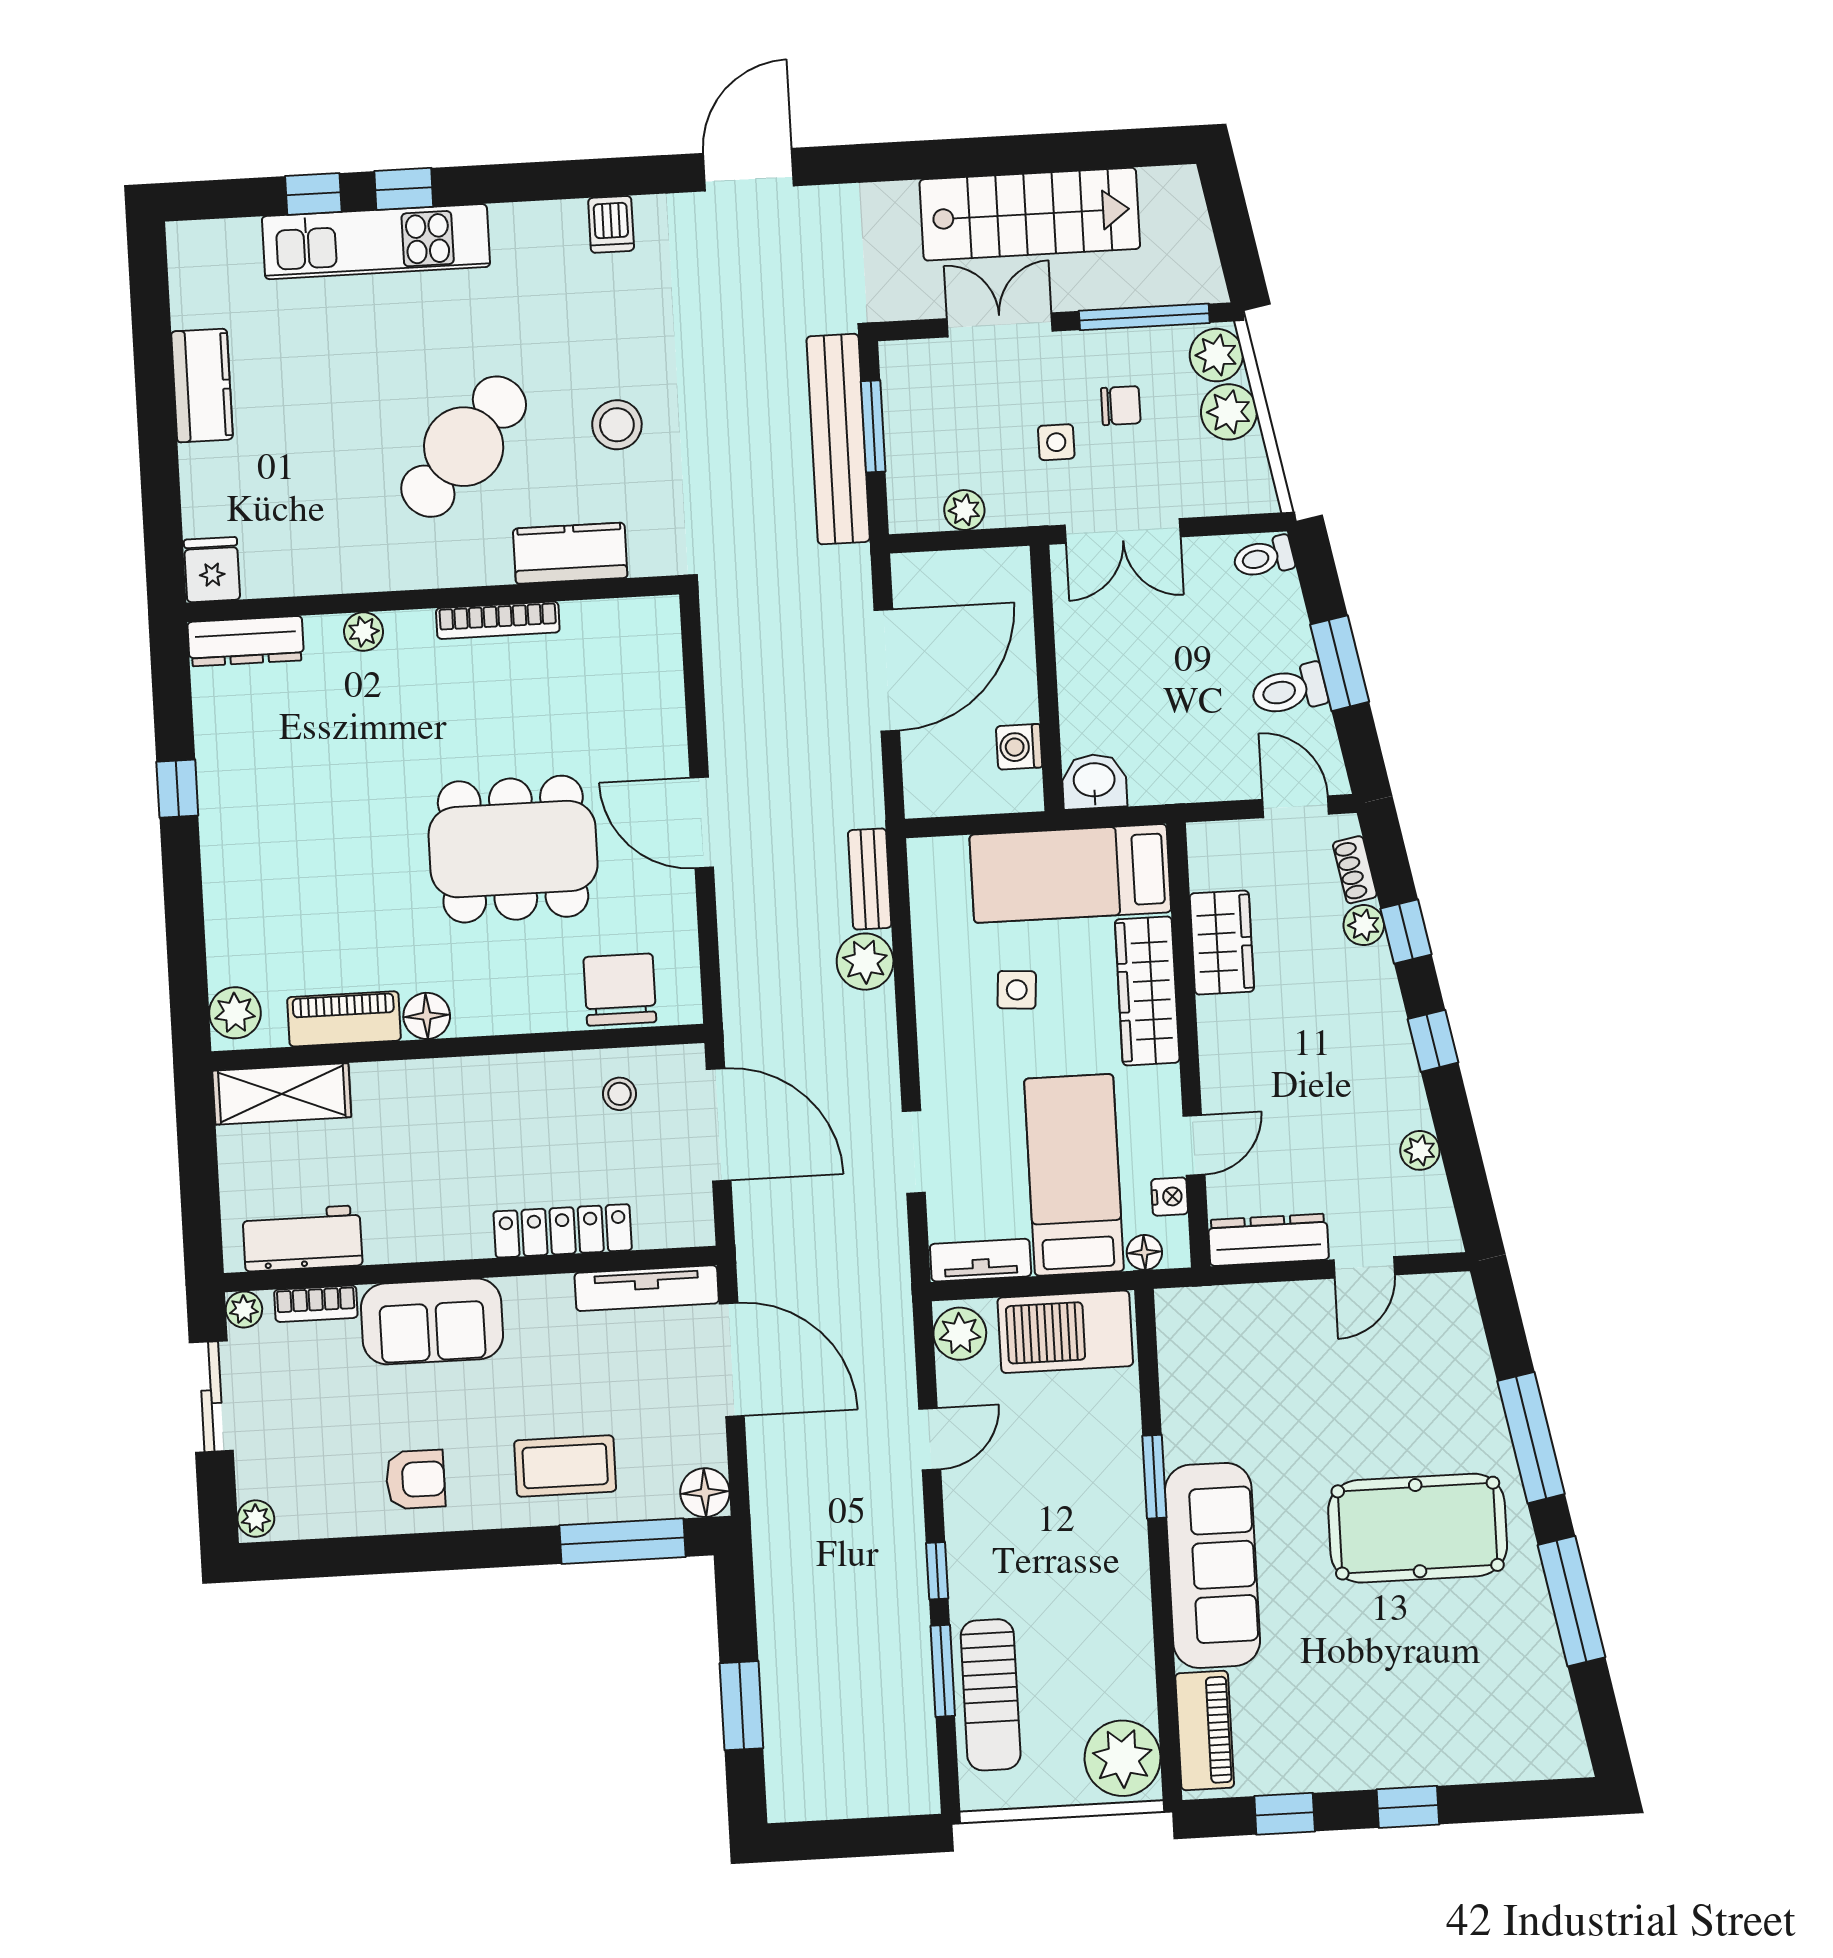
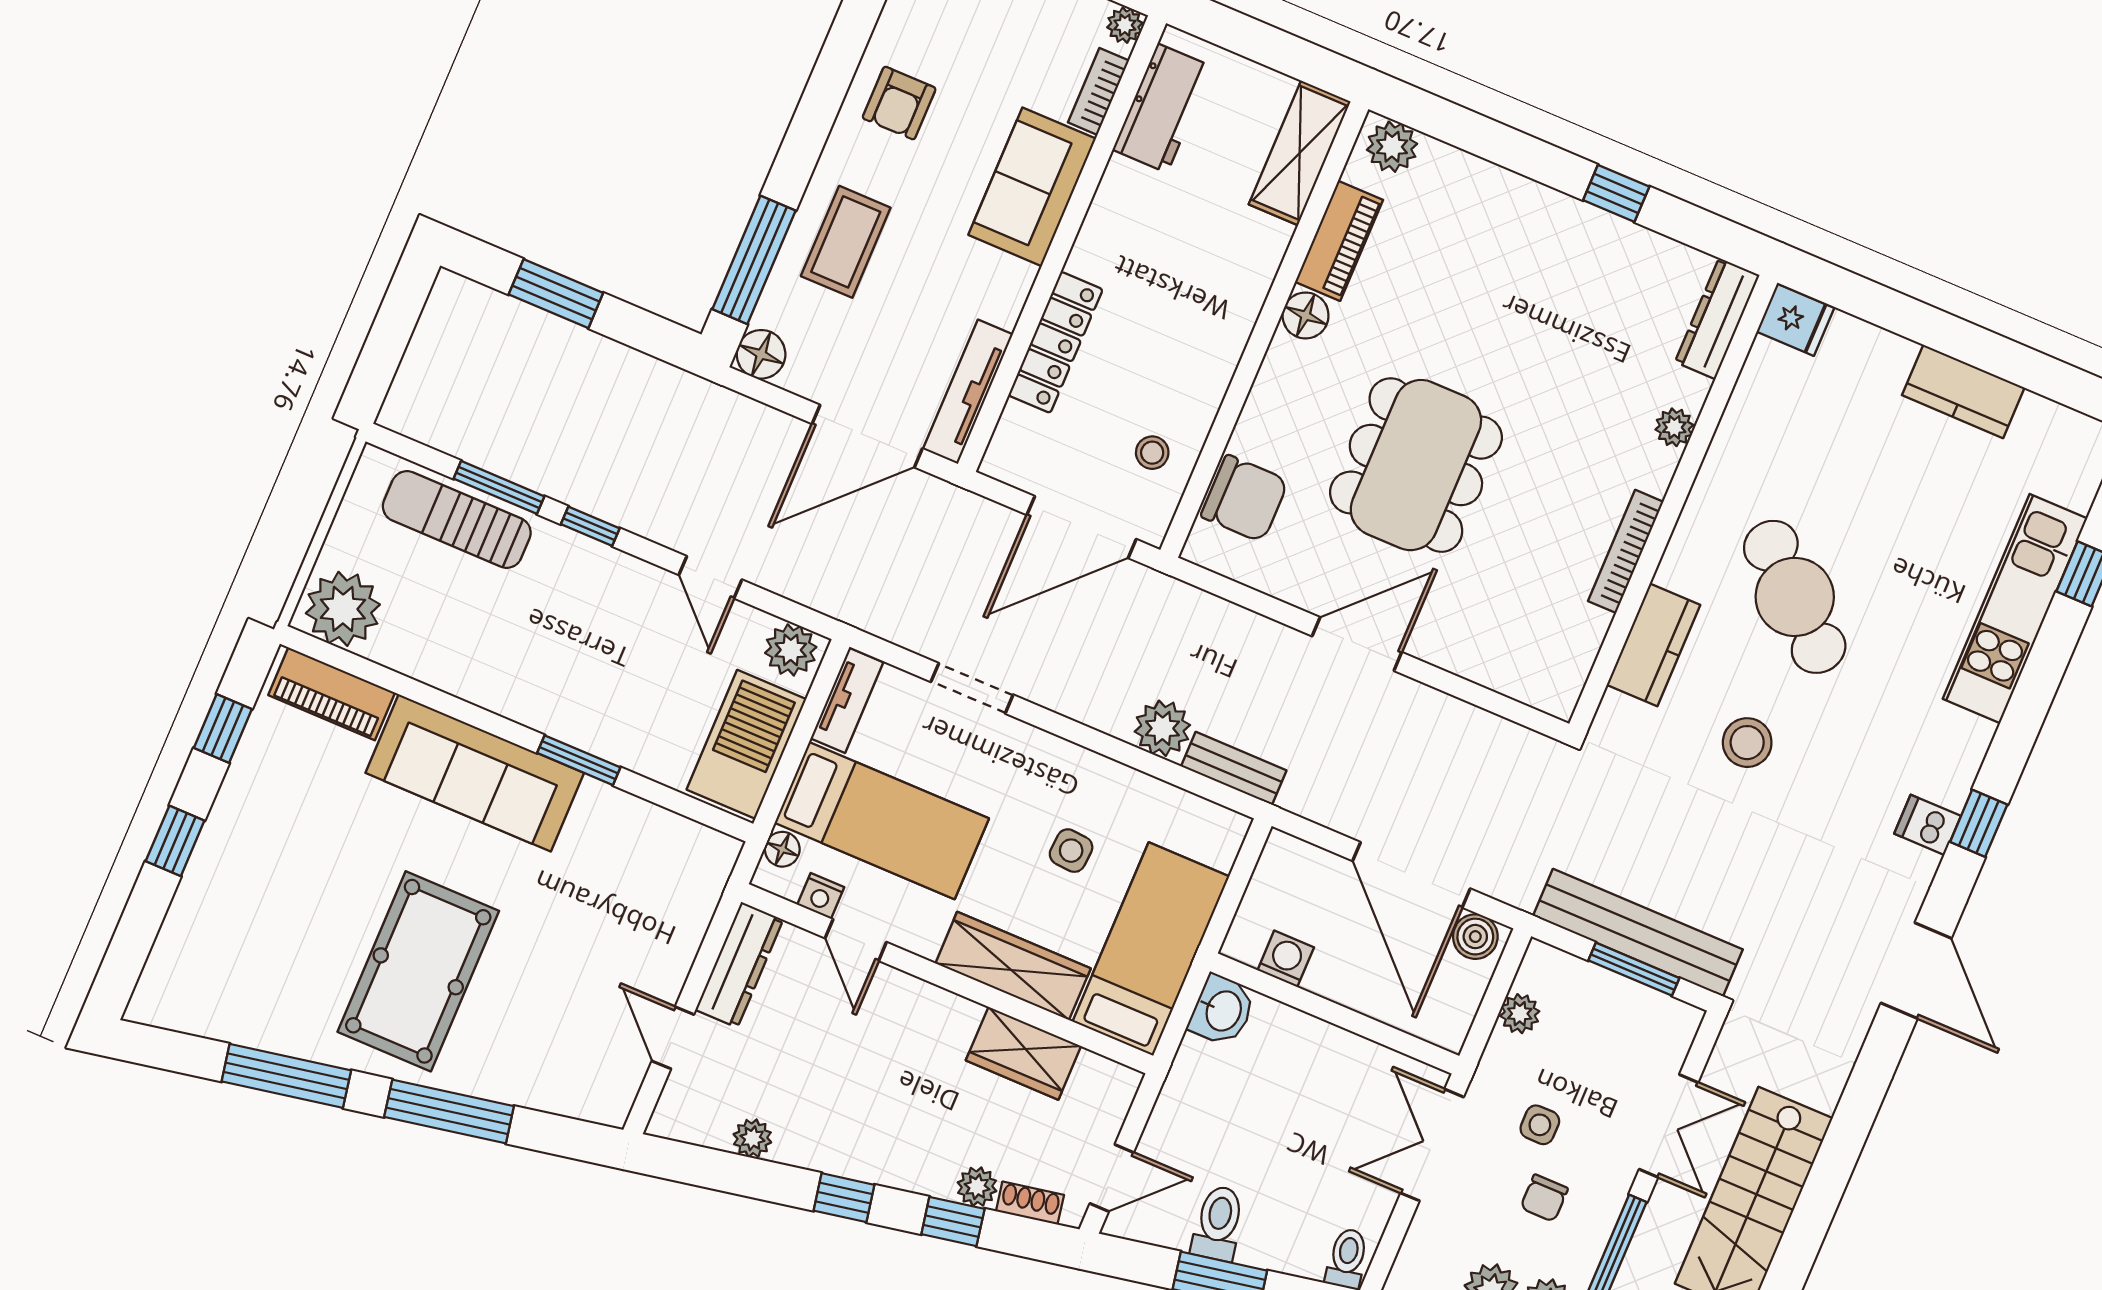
window: (404, 189) -> (1979, 823), moved
boiler: (914, 585) -> (1475, 937), added

